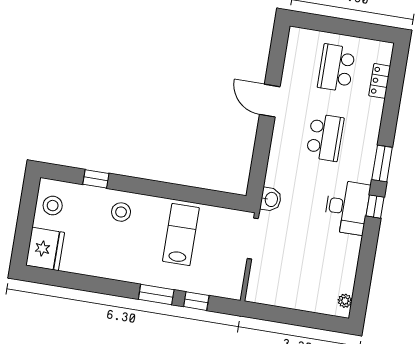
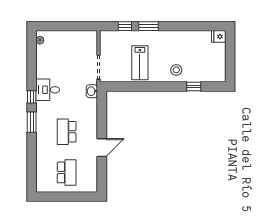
locker: (380, 81) -> (41, 169), removed
door: (270, 101) -> (102, 148), hinge flipped
stool: (53, 206) -> (216, 67), removed
desk: (347, 207) -> (48, 90), width x0.73
fridge: (45, 249) -> (219, 36), width x0.53, depth x0.75

